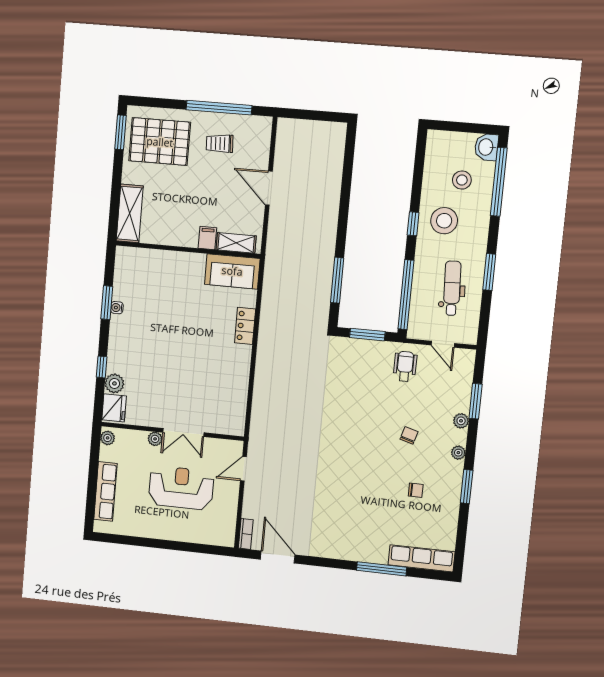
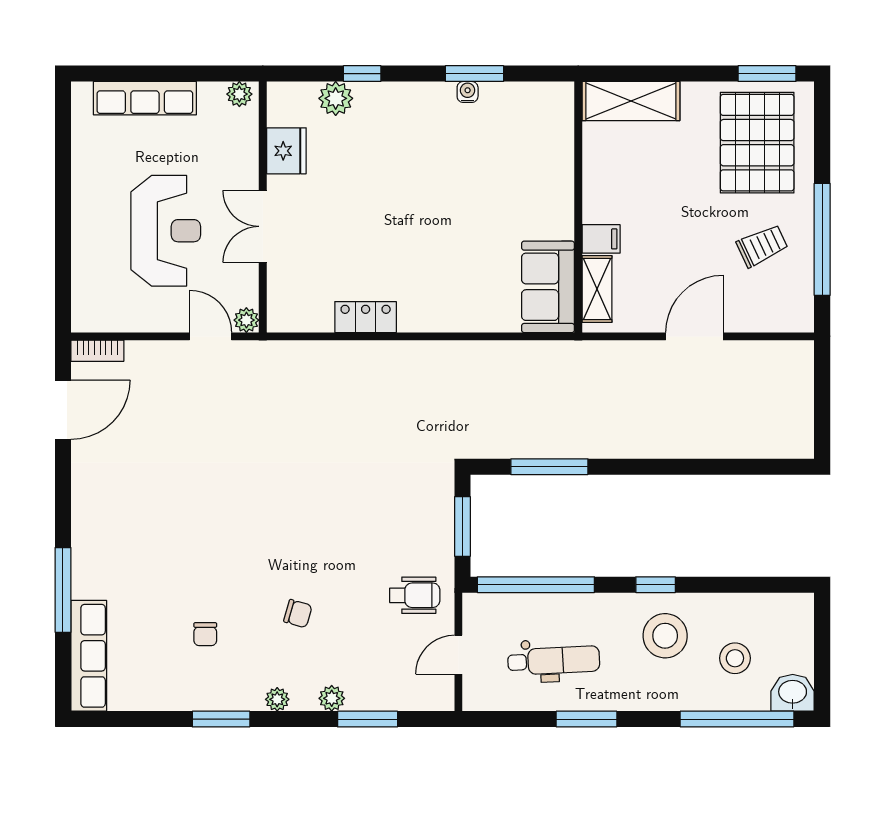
trolley: (220, 144) -> (762, 246), turned 68
locker: (245, 326) -> (366, 317), moved
fridge: (114, 408) -> (286, 151), moved, turned -90
plant: (155, 439) -> (246, 320), moved

